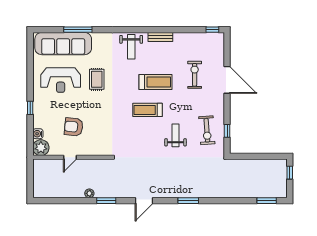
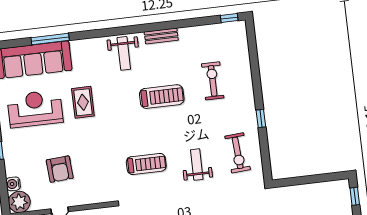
reception desk: (61, 80) -> (35, 109), turned 180
door: (227, 80) -> (257, 82), removed
treadmill: (148, 110) -> (146, 164), moved, turned 180
armchair: (74, 127) -> (60, 169), turned -100
window: (227, 131) -> (261, 118), moved

